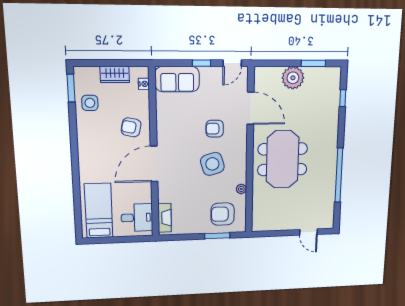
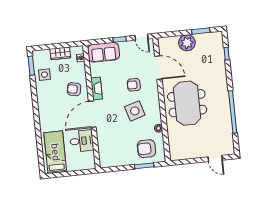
door: (232, 63) -> (141, 37), hinge flipped
desk: (137, 218) -> (82, 141), moved
fireplace: (165, 218) -> (97, 89), moved

